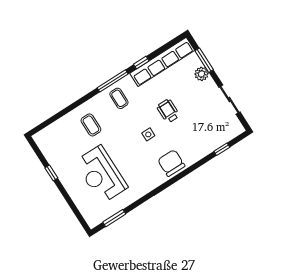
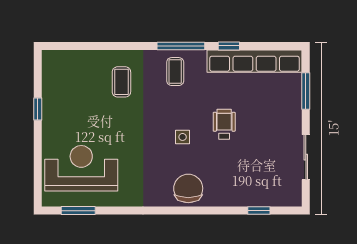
plant: (202, 74) -> (292, 105), removed
reception desk: (101, 174) -> (81, 168), moved, turned 90

